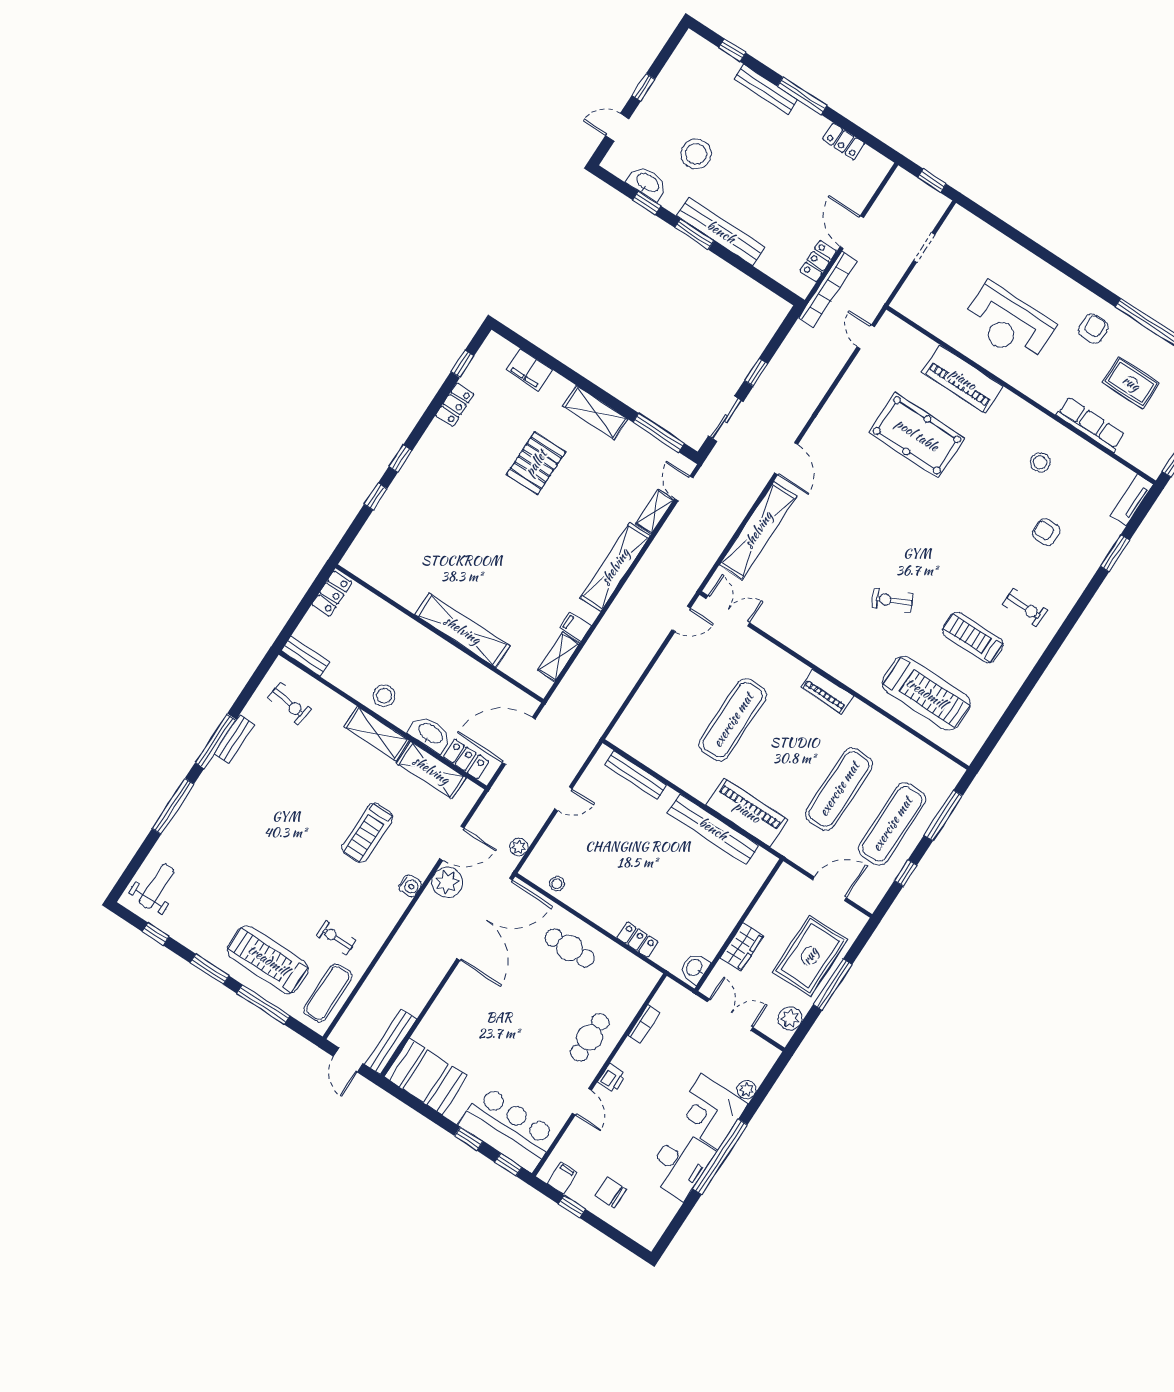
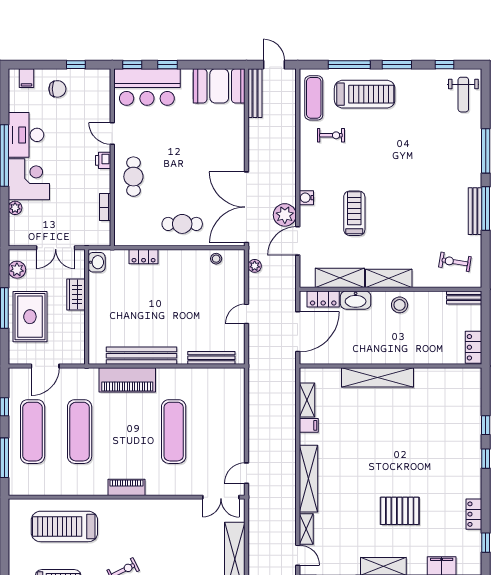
pallet: (536, 463) -> (400, 511), turned 90
bench: (234, 739) -> (475, 211), width x1.36
filing cabinet: (562, 1178) -> (26, 78), moved

